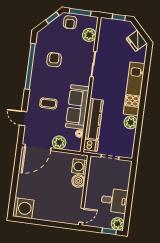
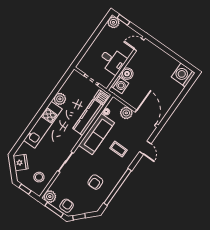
plant: (89, 35) -> (50, 197), moved
stool: (111, 36) -> (39, 177), added
door: (38, 147) -> (146, 118), hinge flipped
desk: (114, 201) -> (112, 61), moved, turned 180

